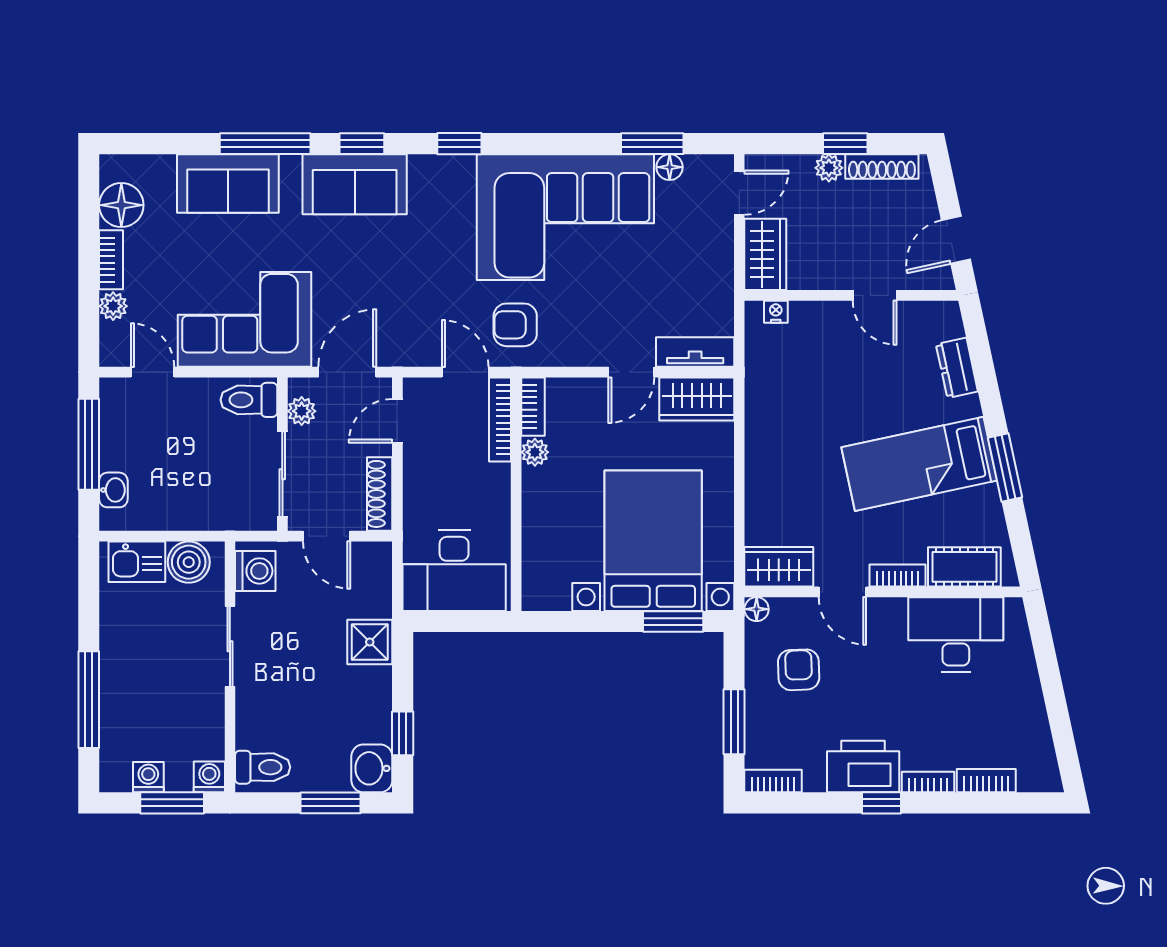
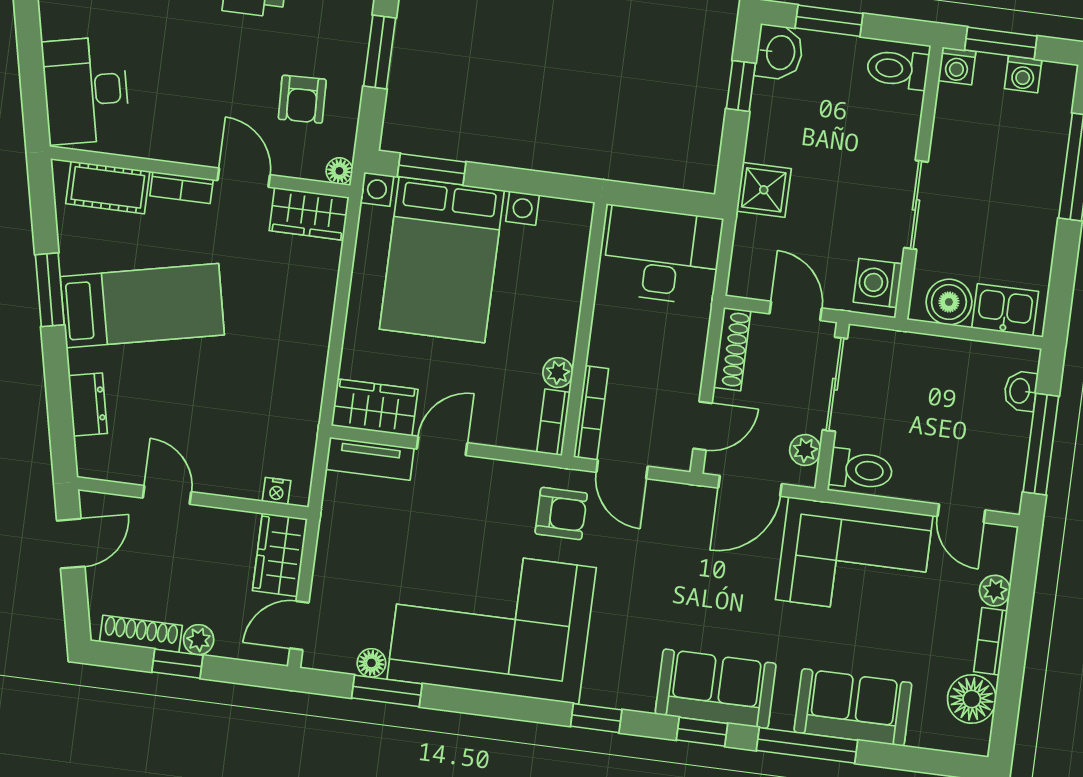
desk: (956, 634) -> (86, 90), moved, turned 78

